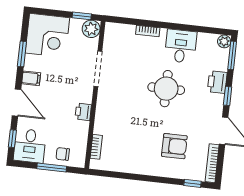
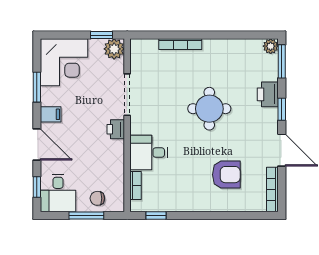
bookcase: (148, 31) -> (180, 44), width x1.56
desk: (181, 46) -> (149, 153), moved, turned -90
printer: (83, 112) -> (116, 129), moved
window: (193, 183) -> (156, 216), moved

